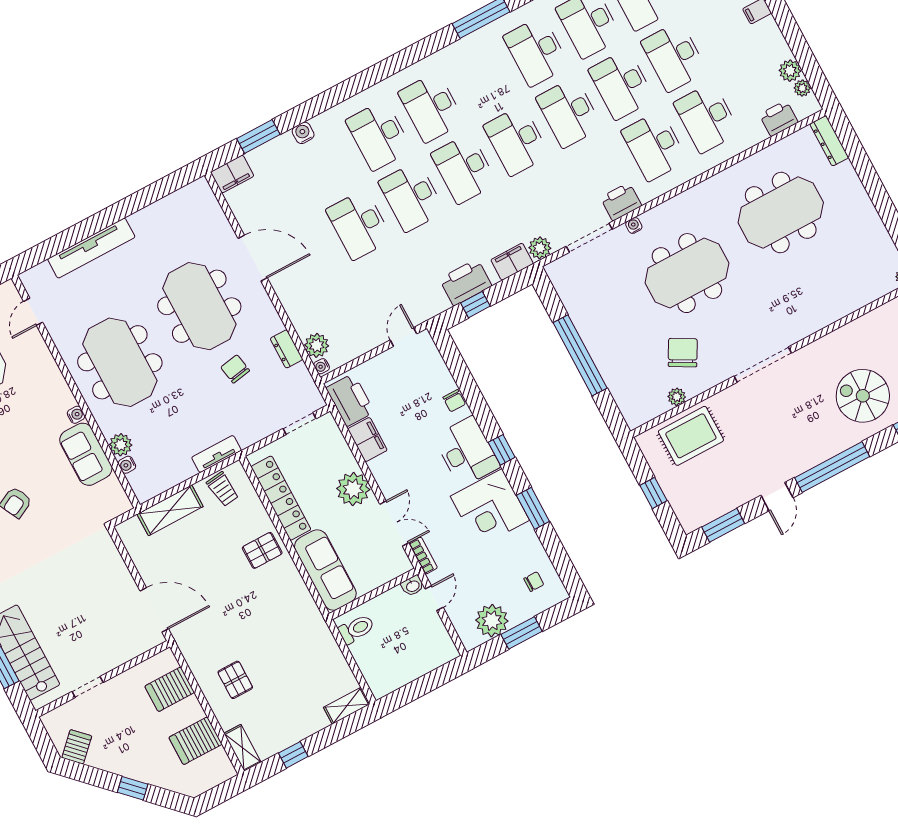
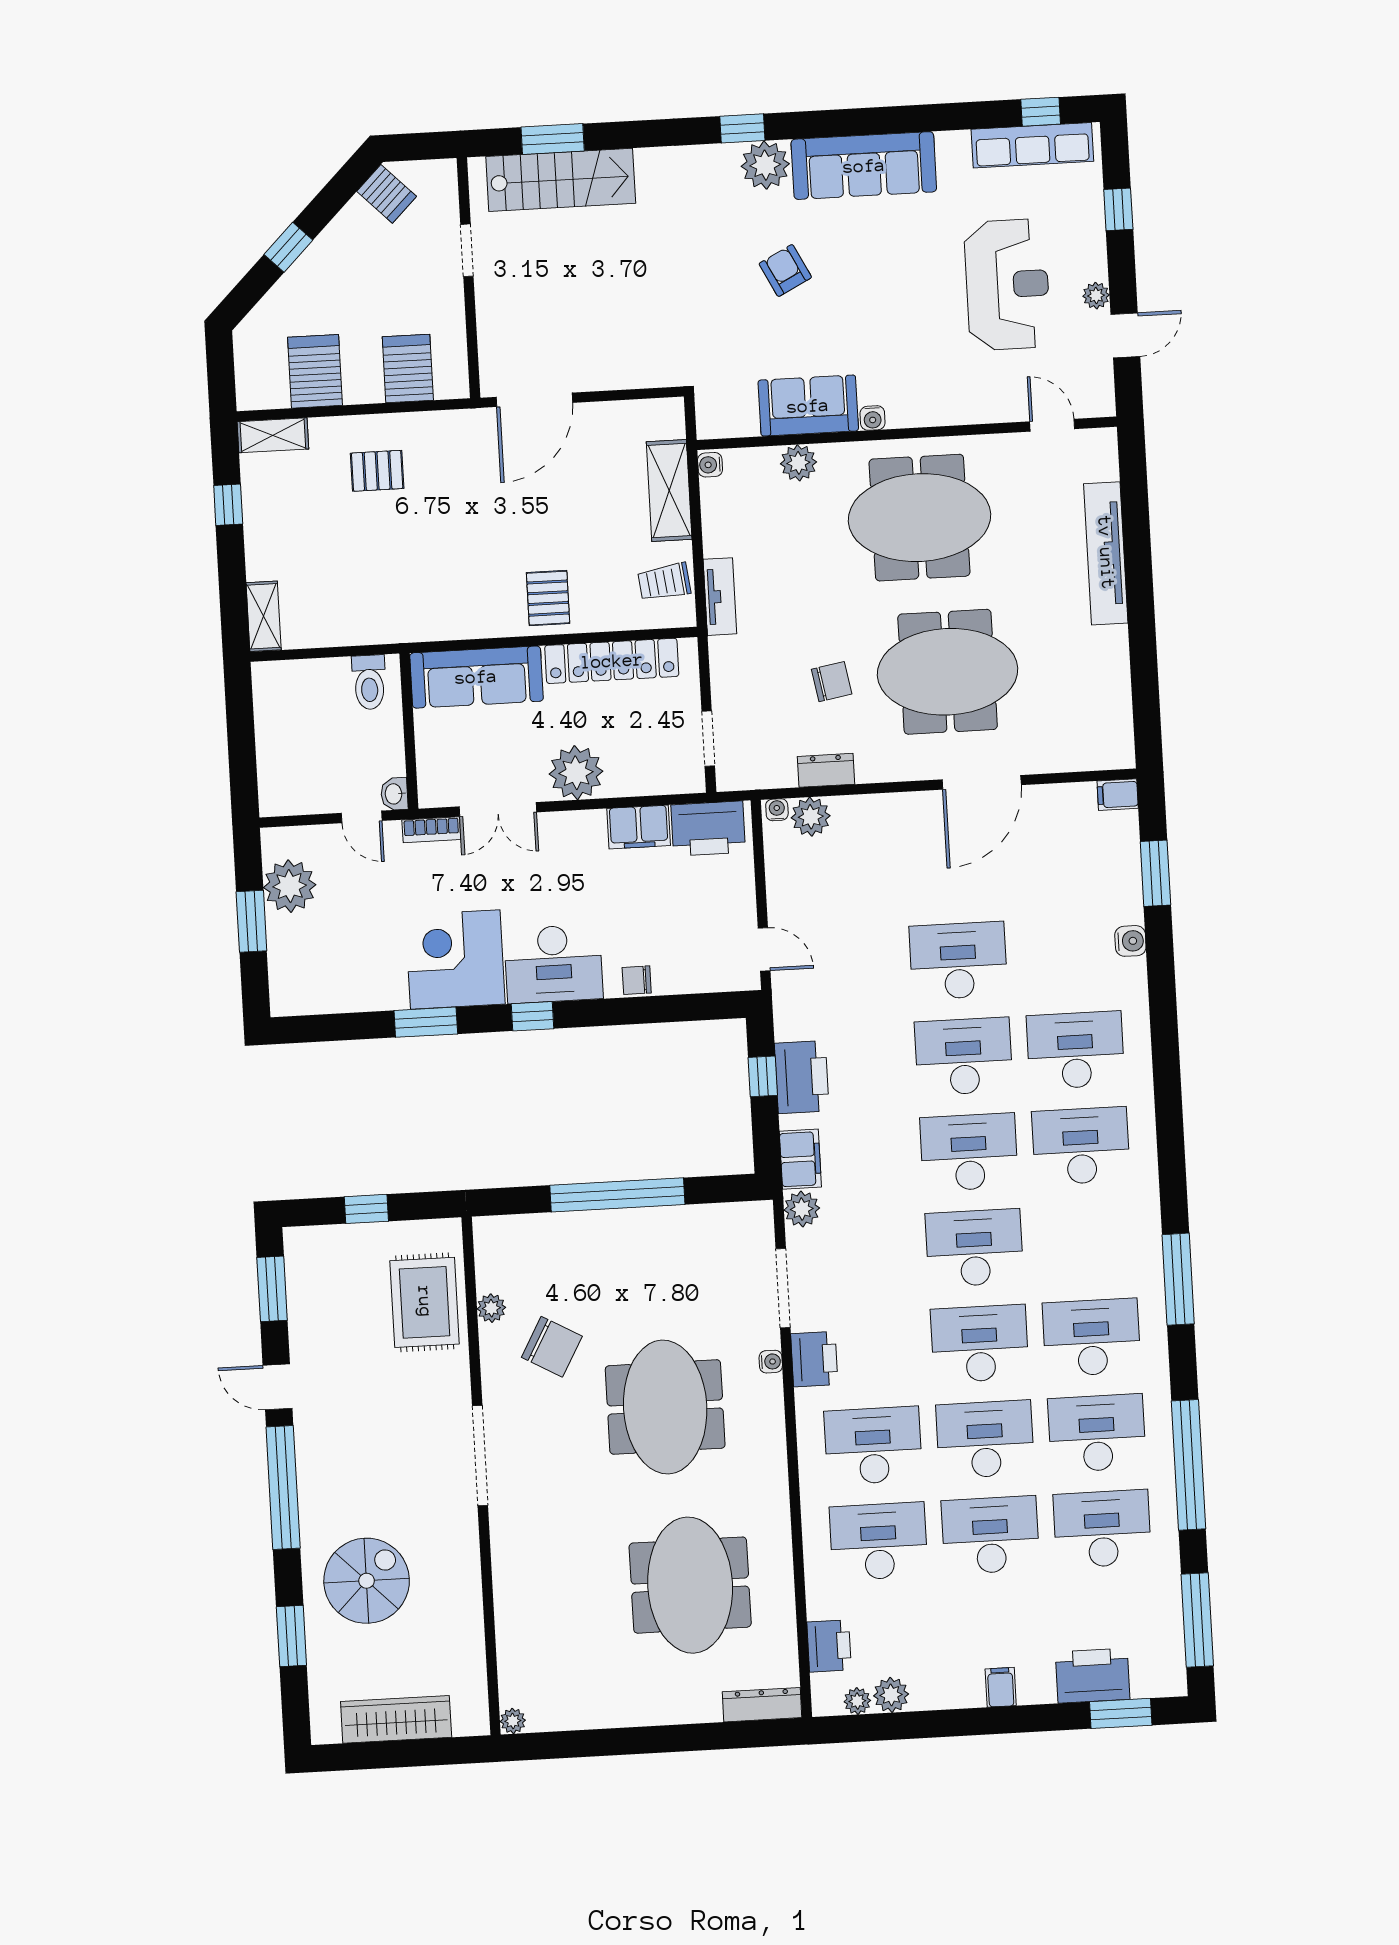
filing cabinet: (232, 174) -> (1118, 795), width x0.50
water cooler: (127, 465) -> (710, 465), moved, turned -90
chair: (534, 582) -> (318, 974), removed

